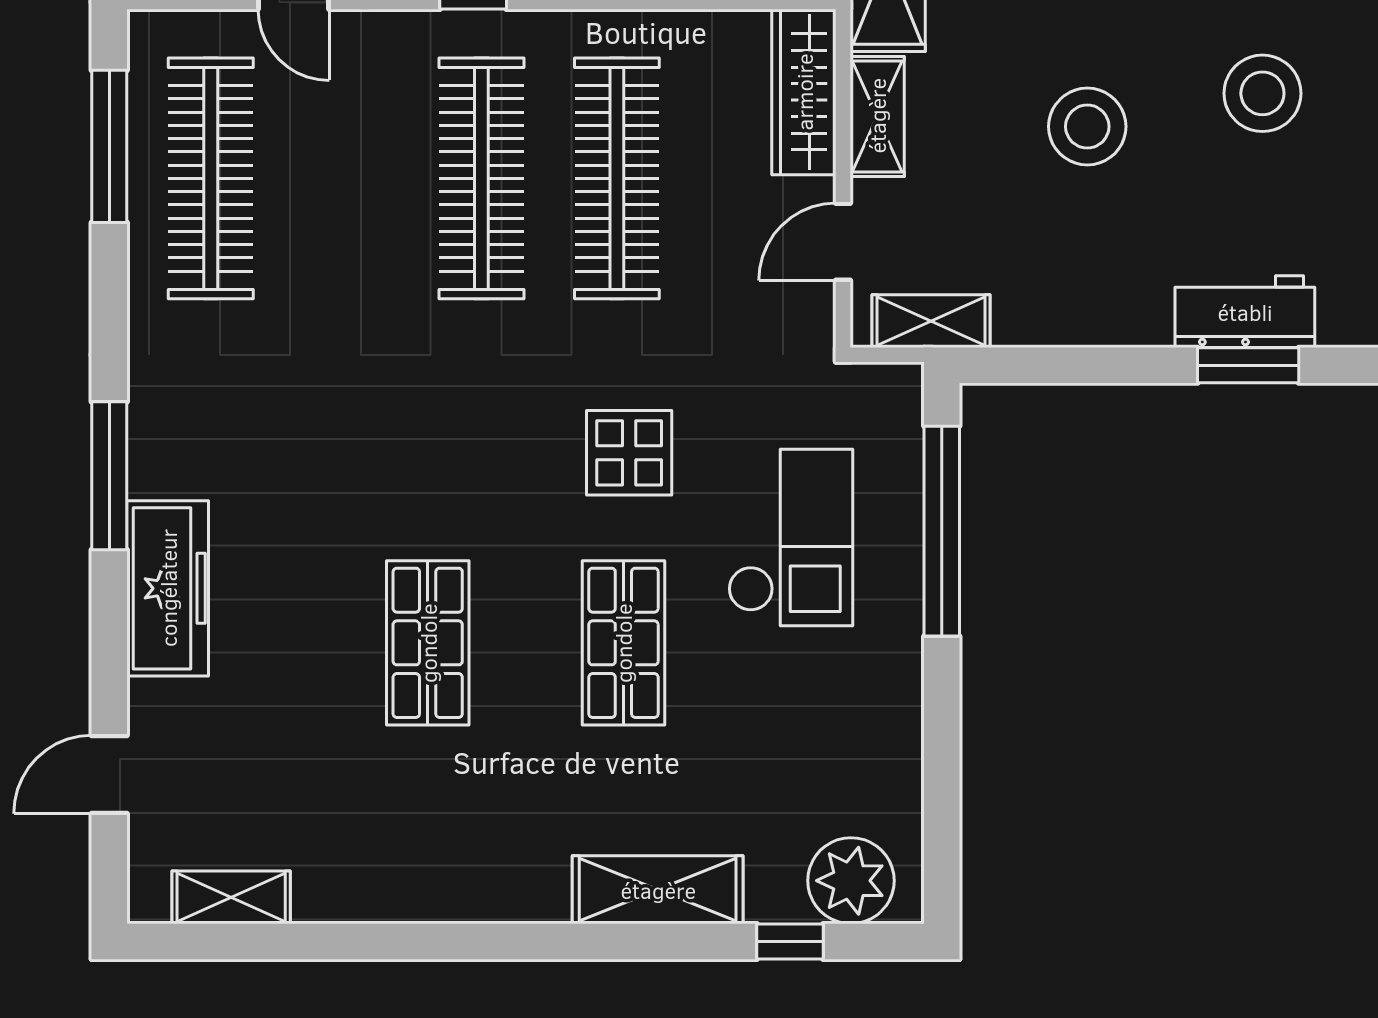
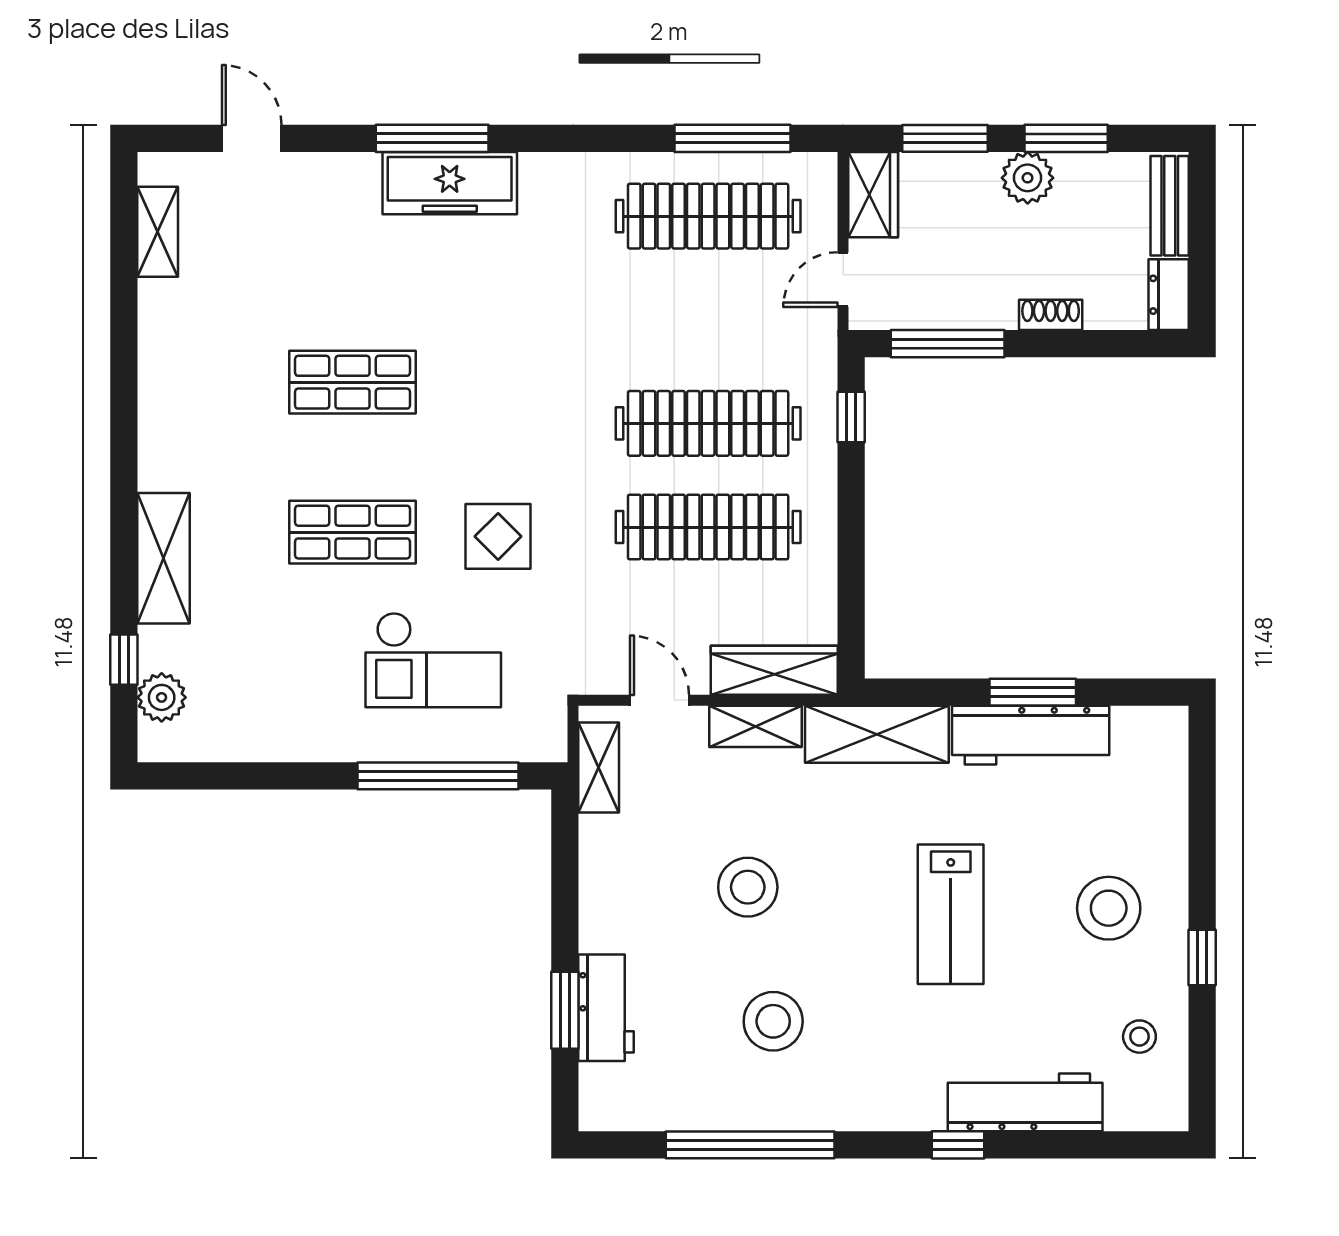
window: (109, 476) -> (432, 138), moved
freezer: (168, 588) -> (450, 183), moved
plant: (851, 881) -> (162, 697), width x0.73, depth x0.73

